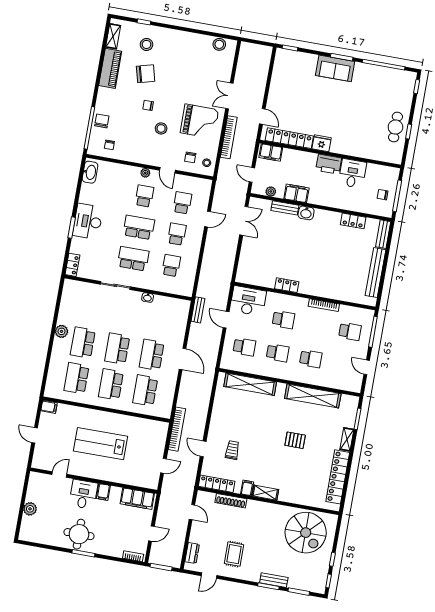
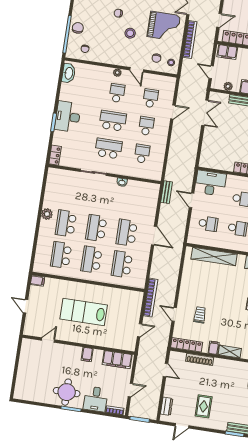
door: (262, 116) -> (219, 20), hinge flipped
desk: (83, 494) -> (96, 399), moved, turned 180
plant: (30, 509) -> (23, 371), removed

